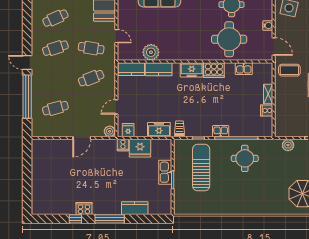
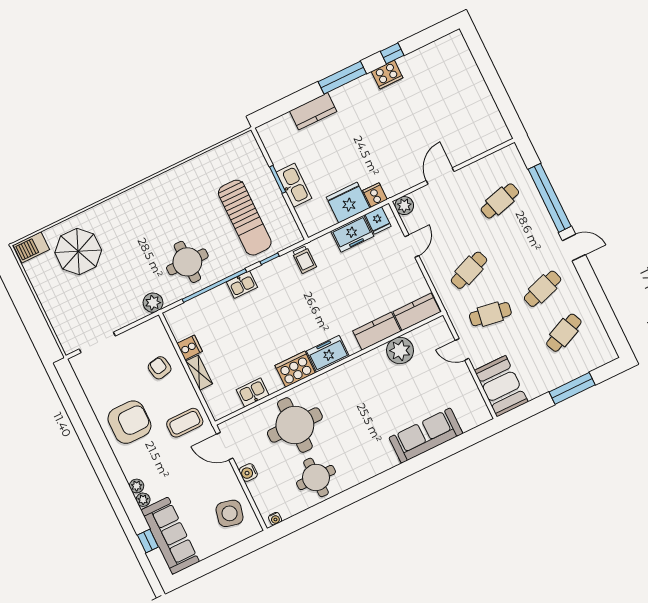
armchair: (289, 107) -> (160, 368), added
freezer: (159, 130) -> (352, 234), moved
plant: (288, 145) -> (153, 303), moved

